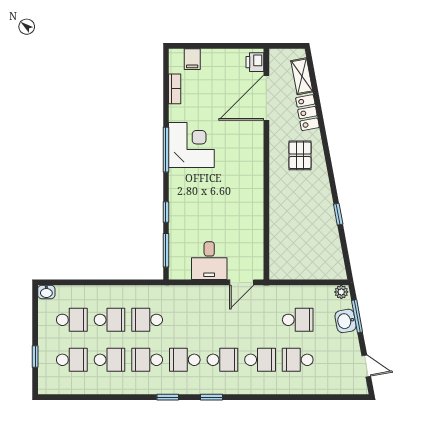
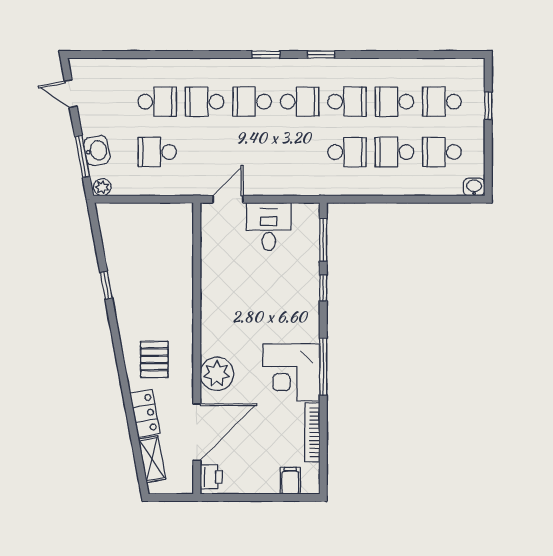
bookcase: (175, 89) -> (312, 432), width x1.56
plant: (250, 144) -> (217, 374), added

